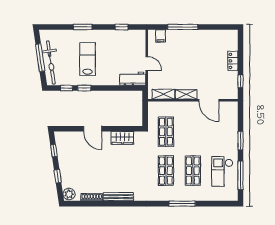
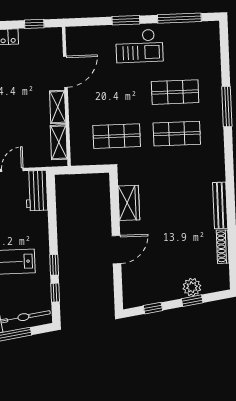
checkout: (222, 172) -> (139, 46), moved
plant: (69, 194) -> (192, 287), moved

